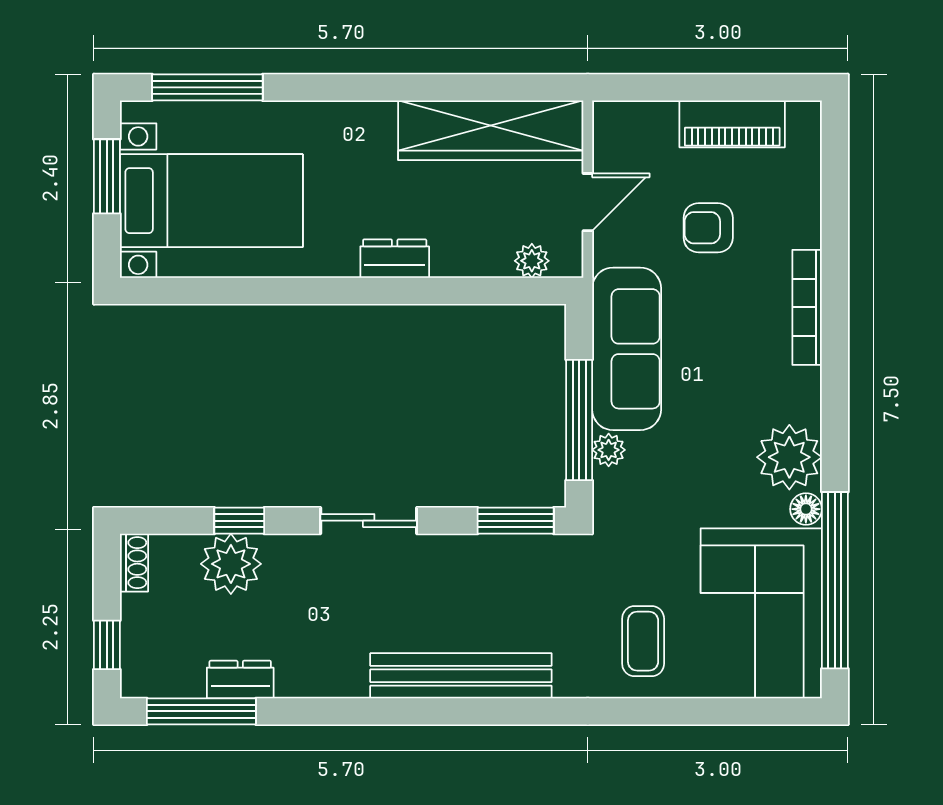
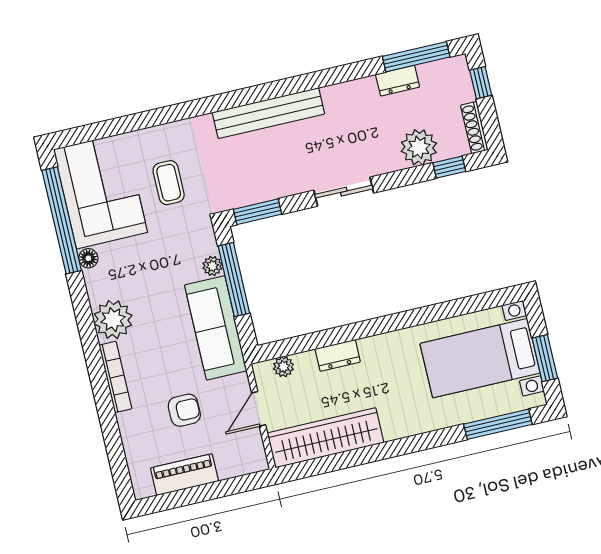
dresser: (395, 259) -> (338, 355), moved
plant: (789, 457) -> (113, 320), moved
window: (239, 521) -> (449, 167), moved
shoe rack: (134, 563) -> (474, 128), width x1.43
coffee table: (643, 641) -> (169, 183), moved

